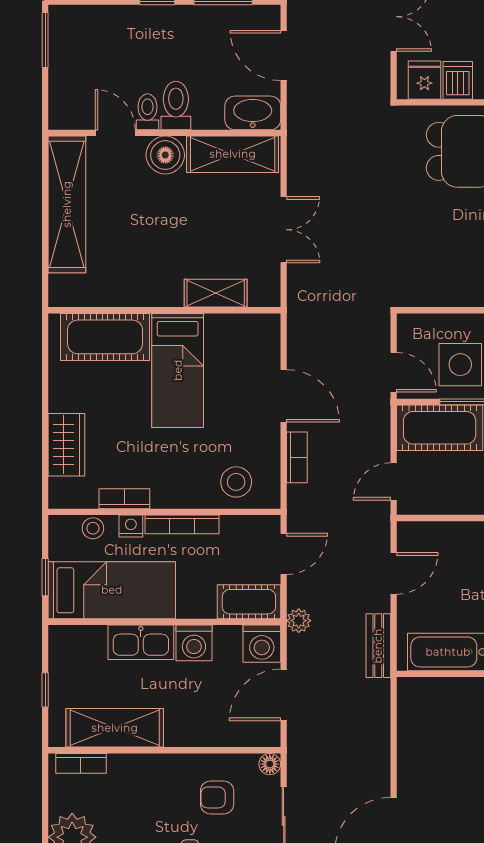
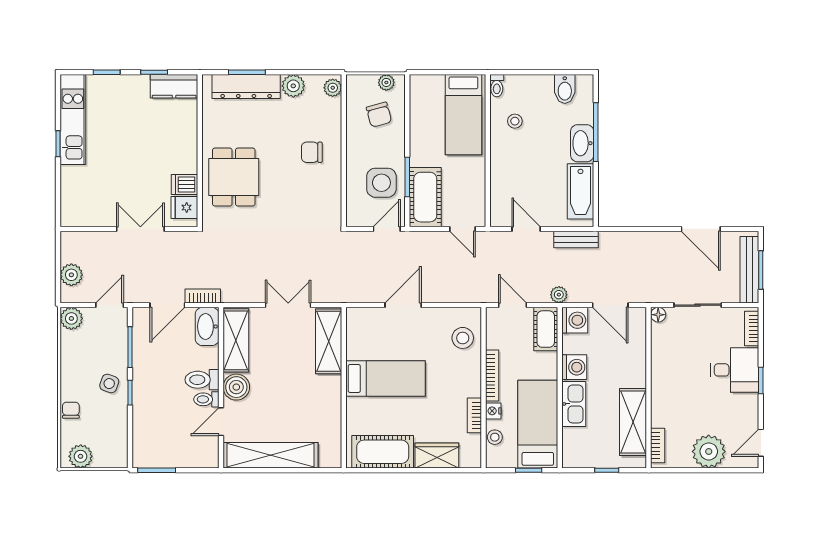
shelving: (216, 293) -> (329, 341), width x1.50, depth x1.33
cot: (105, 337) -> (383, 452), moved, turned 90
bookcase: (297, 457) -> (203, 296), moved
armchair: (217, 797) -> (681, 351), removed

